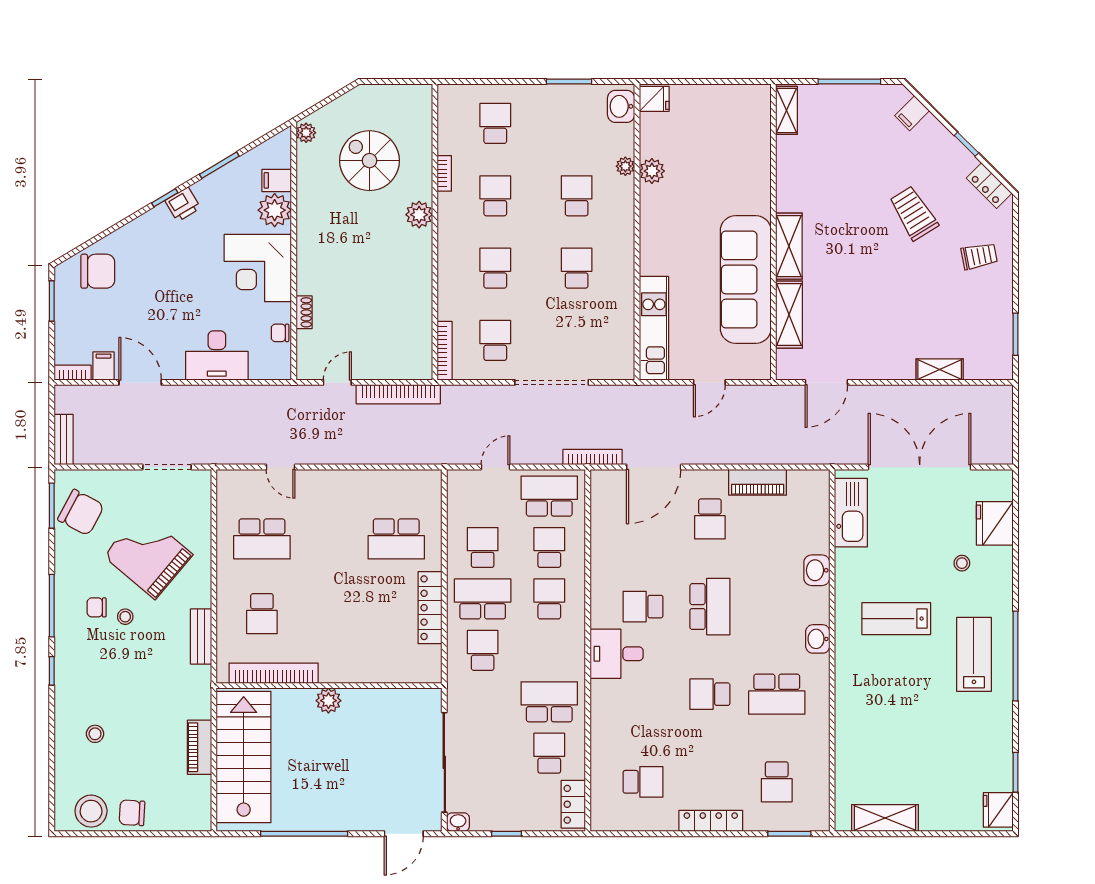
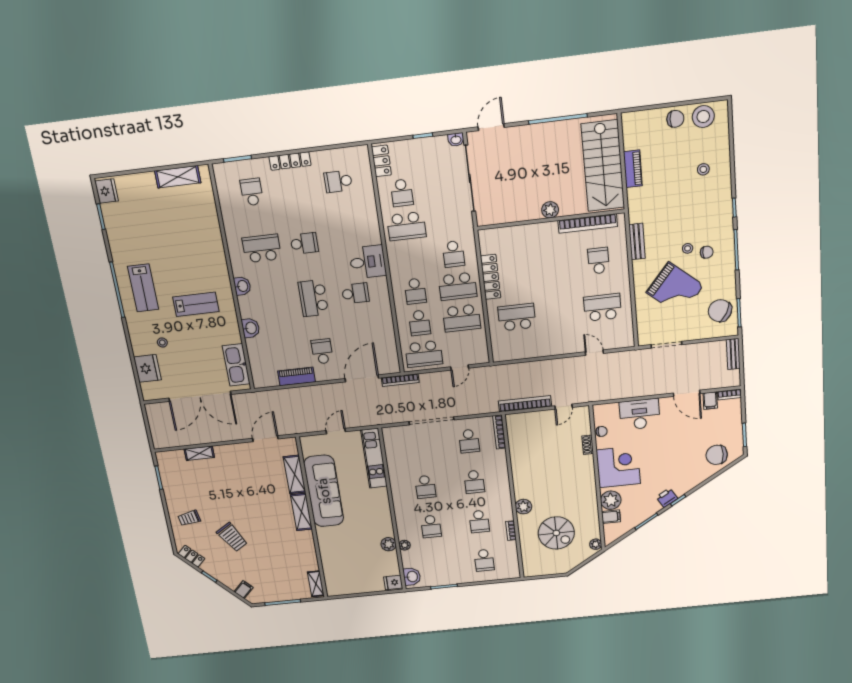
school desk: (483, 547) -> (462, 318), width x1.85

